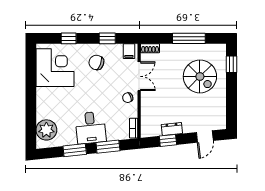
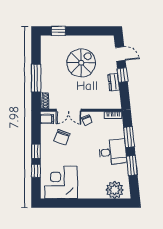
window: (107, 38) -> (36, 151), moved
window: (189, 38) -> (36, 78), moved
chair: (96, 62) -> (62, 137), moved
double door: (139, 76) -> (69, 110), swing flipped
spiral stairs: (200, 76) -> (81, 63), moved
window: (168, 140) -> (122, 75), moved

